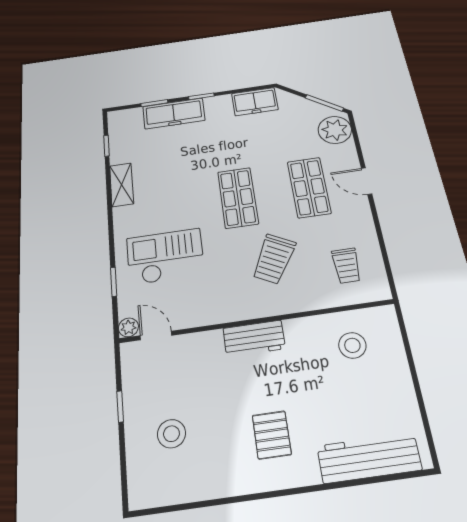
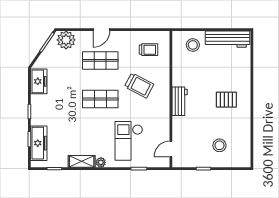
freezer: (174, 113) -> (39, 143), moved
plant: (128, 327) -> (101, 162), moved
stool: (352, 345) -> (193, 45), moved
workbench: (369, 458) -> (228, 39), moved, turned -90

